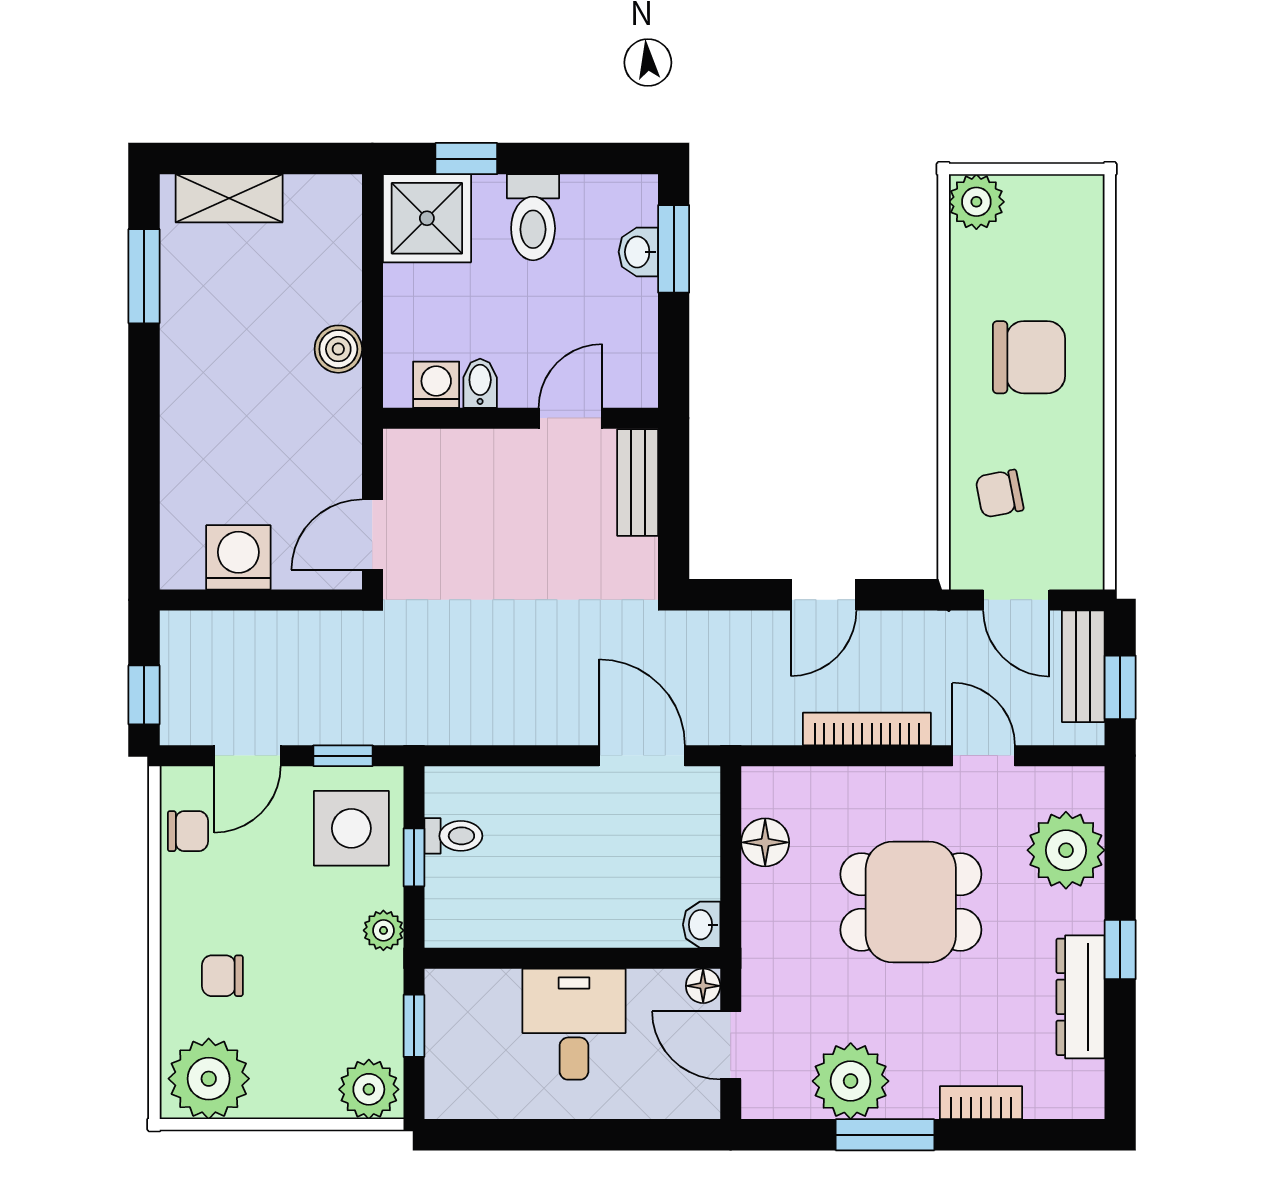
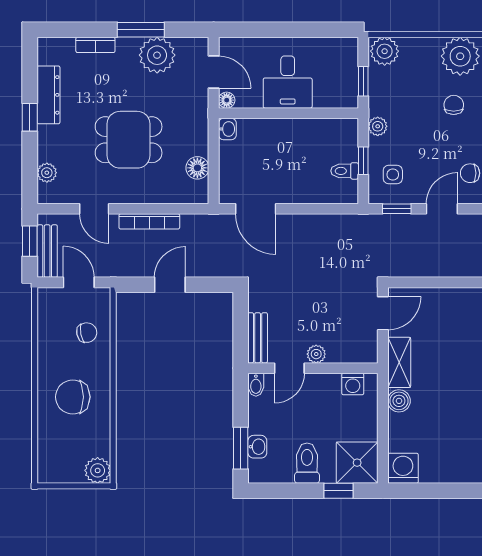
shelving: (229, 198) -> (399, 362), moved, turned 90
bidet: (480, 383) -> (256, 385), moved
plant: (514, 448) -> (316, 354), added
washing machine: (238, 557) -> (403, 468), moved, turned 180
side table: (351, 828) -> (393, 175), width x0.54, depth x0.54
plant: (1066, 850) -> (47, 173), width x0.53, depth x0.53
chair: (222, 976) -> (454, 105), turned -90

